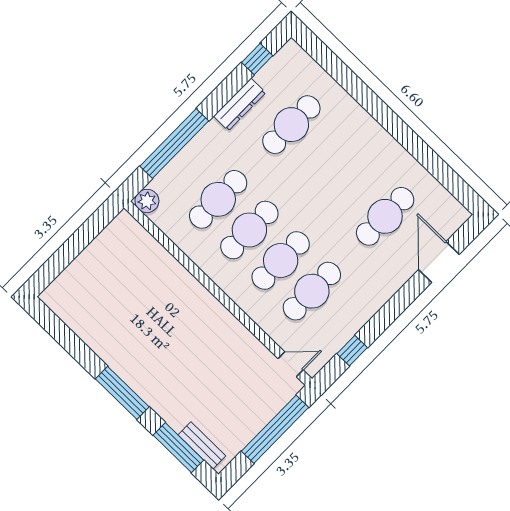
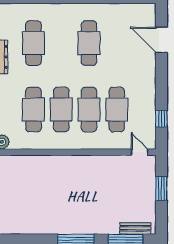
cafe table: (385, 216) -> (89, 43), moved
door: (291, 364) -> (140, 152), hinge flipped
window: (275, 429) -> (161, 189), width x0.47

